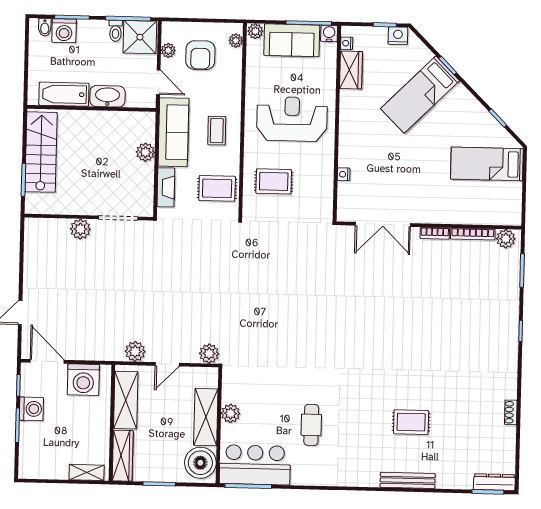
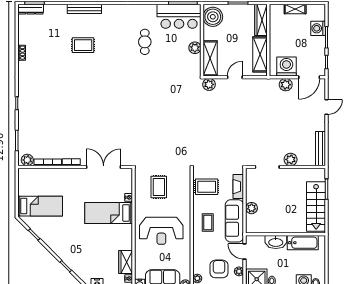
bed: (420, 95) -> (109, 213), moved, turned -135
rug: (274, 181) -> (159, 187), moved, turned 90
bench: (31, 246) -> (321, 149), added
plant: (135, 351) -> (286, 85), moved
door: (47, 361) -> (309, 77), hinge flipped
washing machine: (31, 409) -> (318, 28), moved
shelving: (206, 417) -> (210, 58), moved
shelving: (87, 472) -> (295, 9), moved

